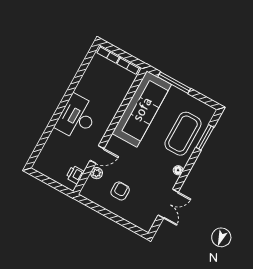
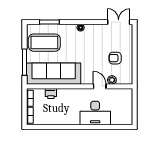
desk: (77, 117) -> (95, 113), moved
coffee table: (183, 134) -> (44, 43), moved
printer: (75, 175) -> (51, 94), moved
double door: (168, 204) -> (119, 22), moved

